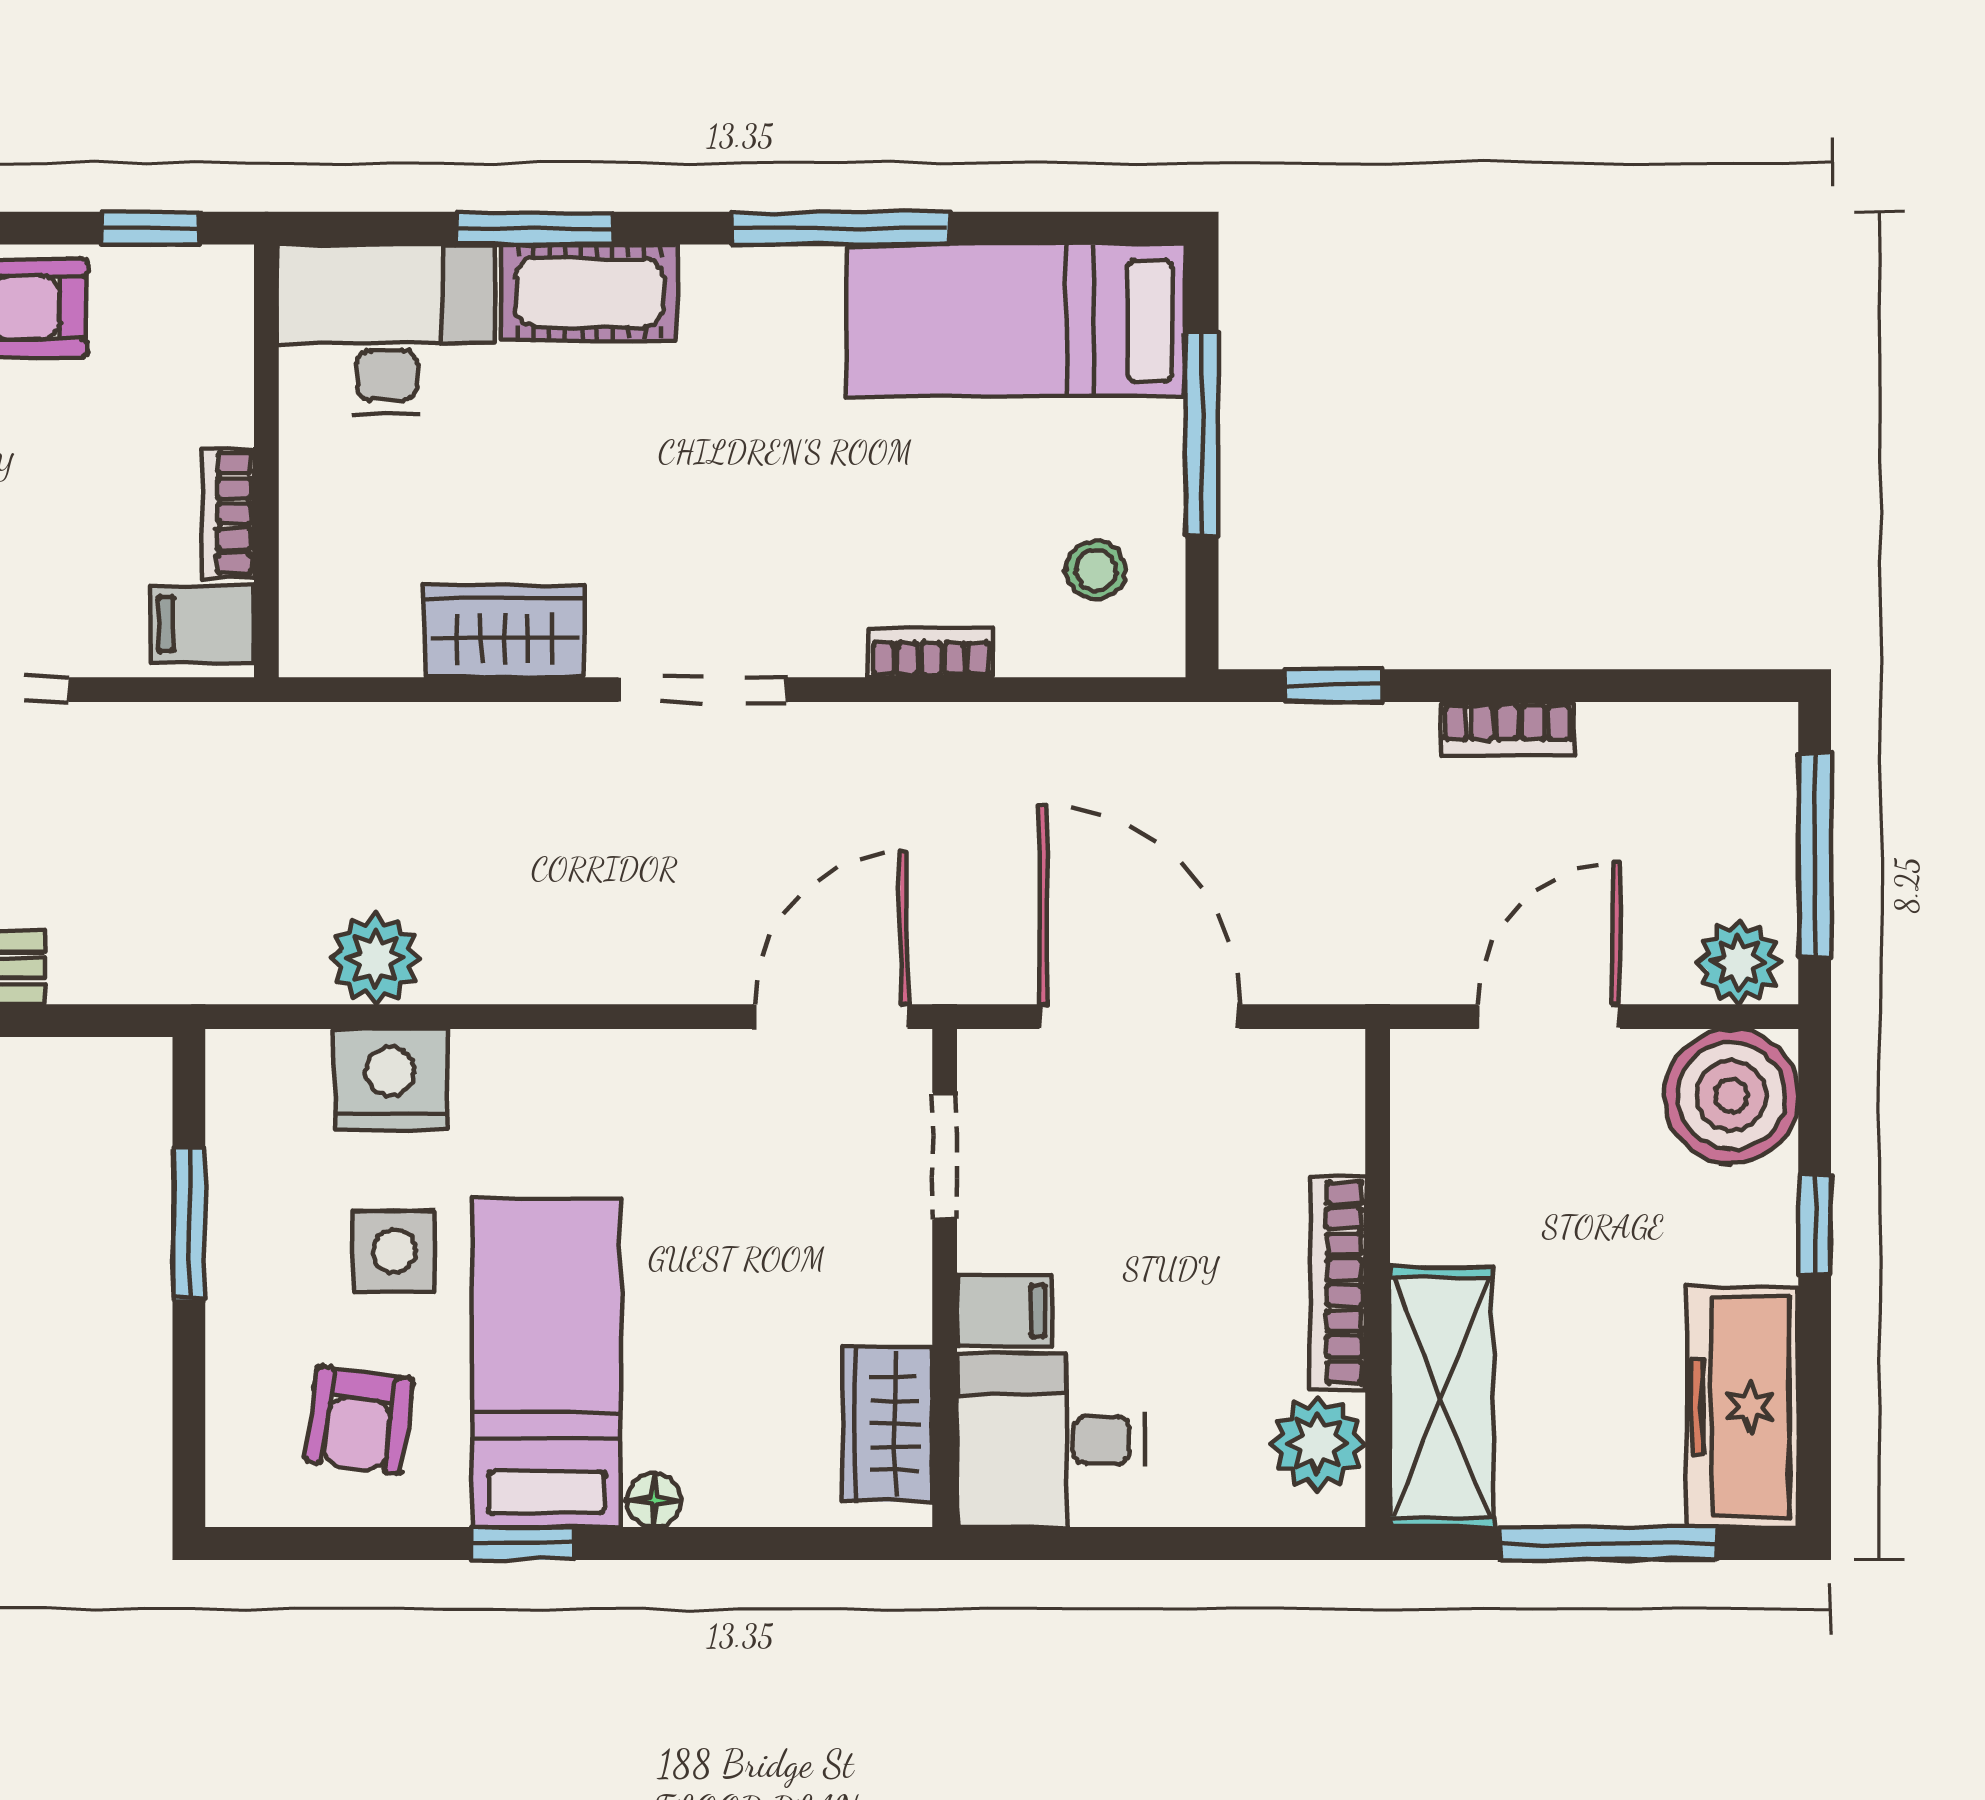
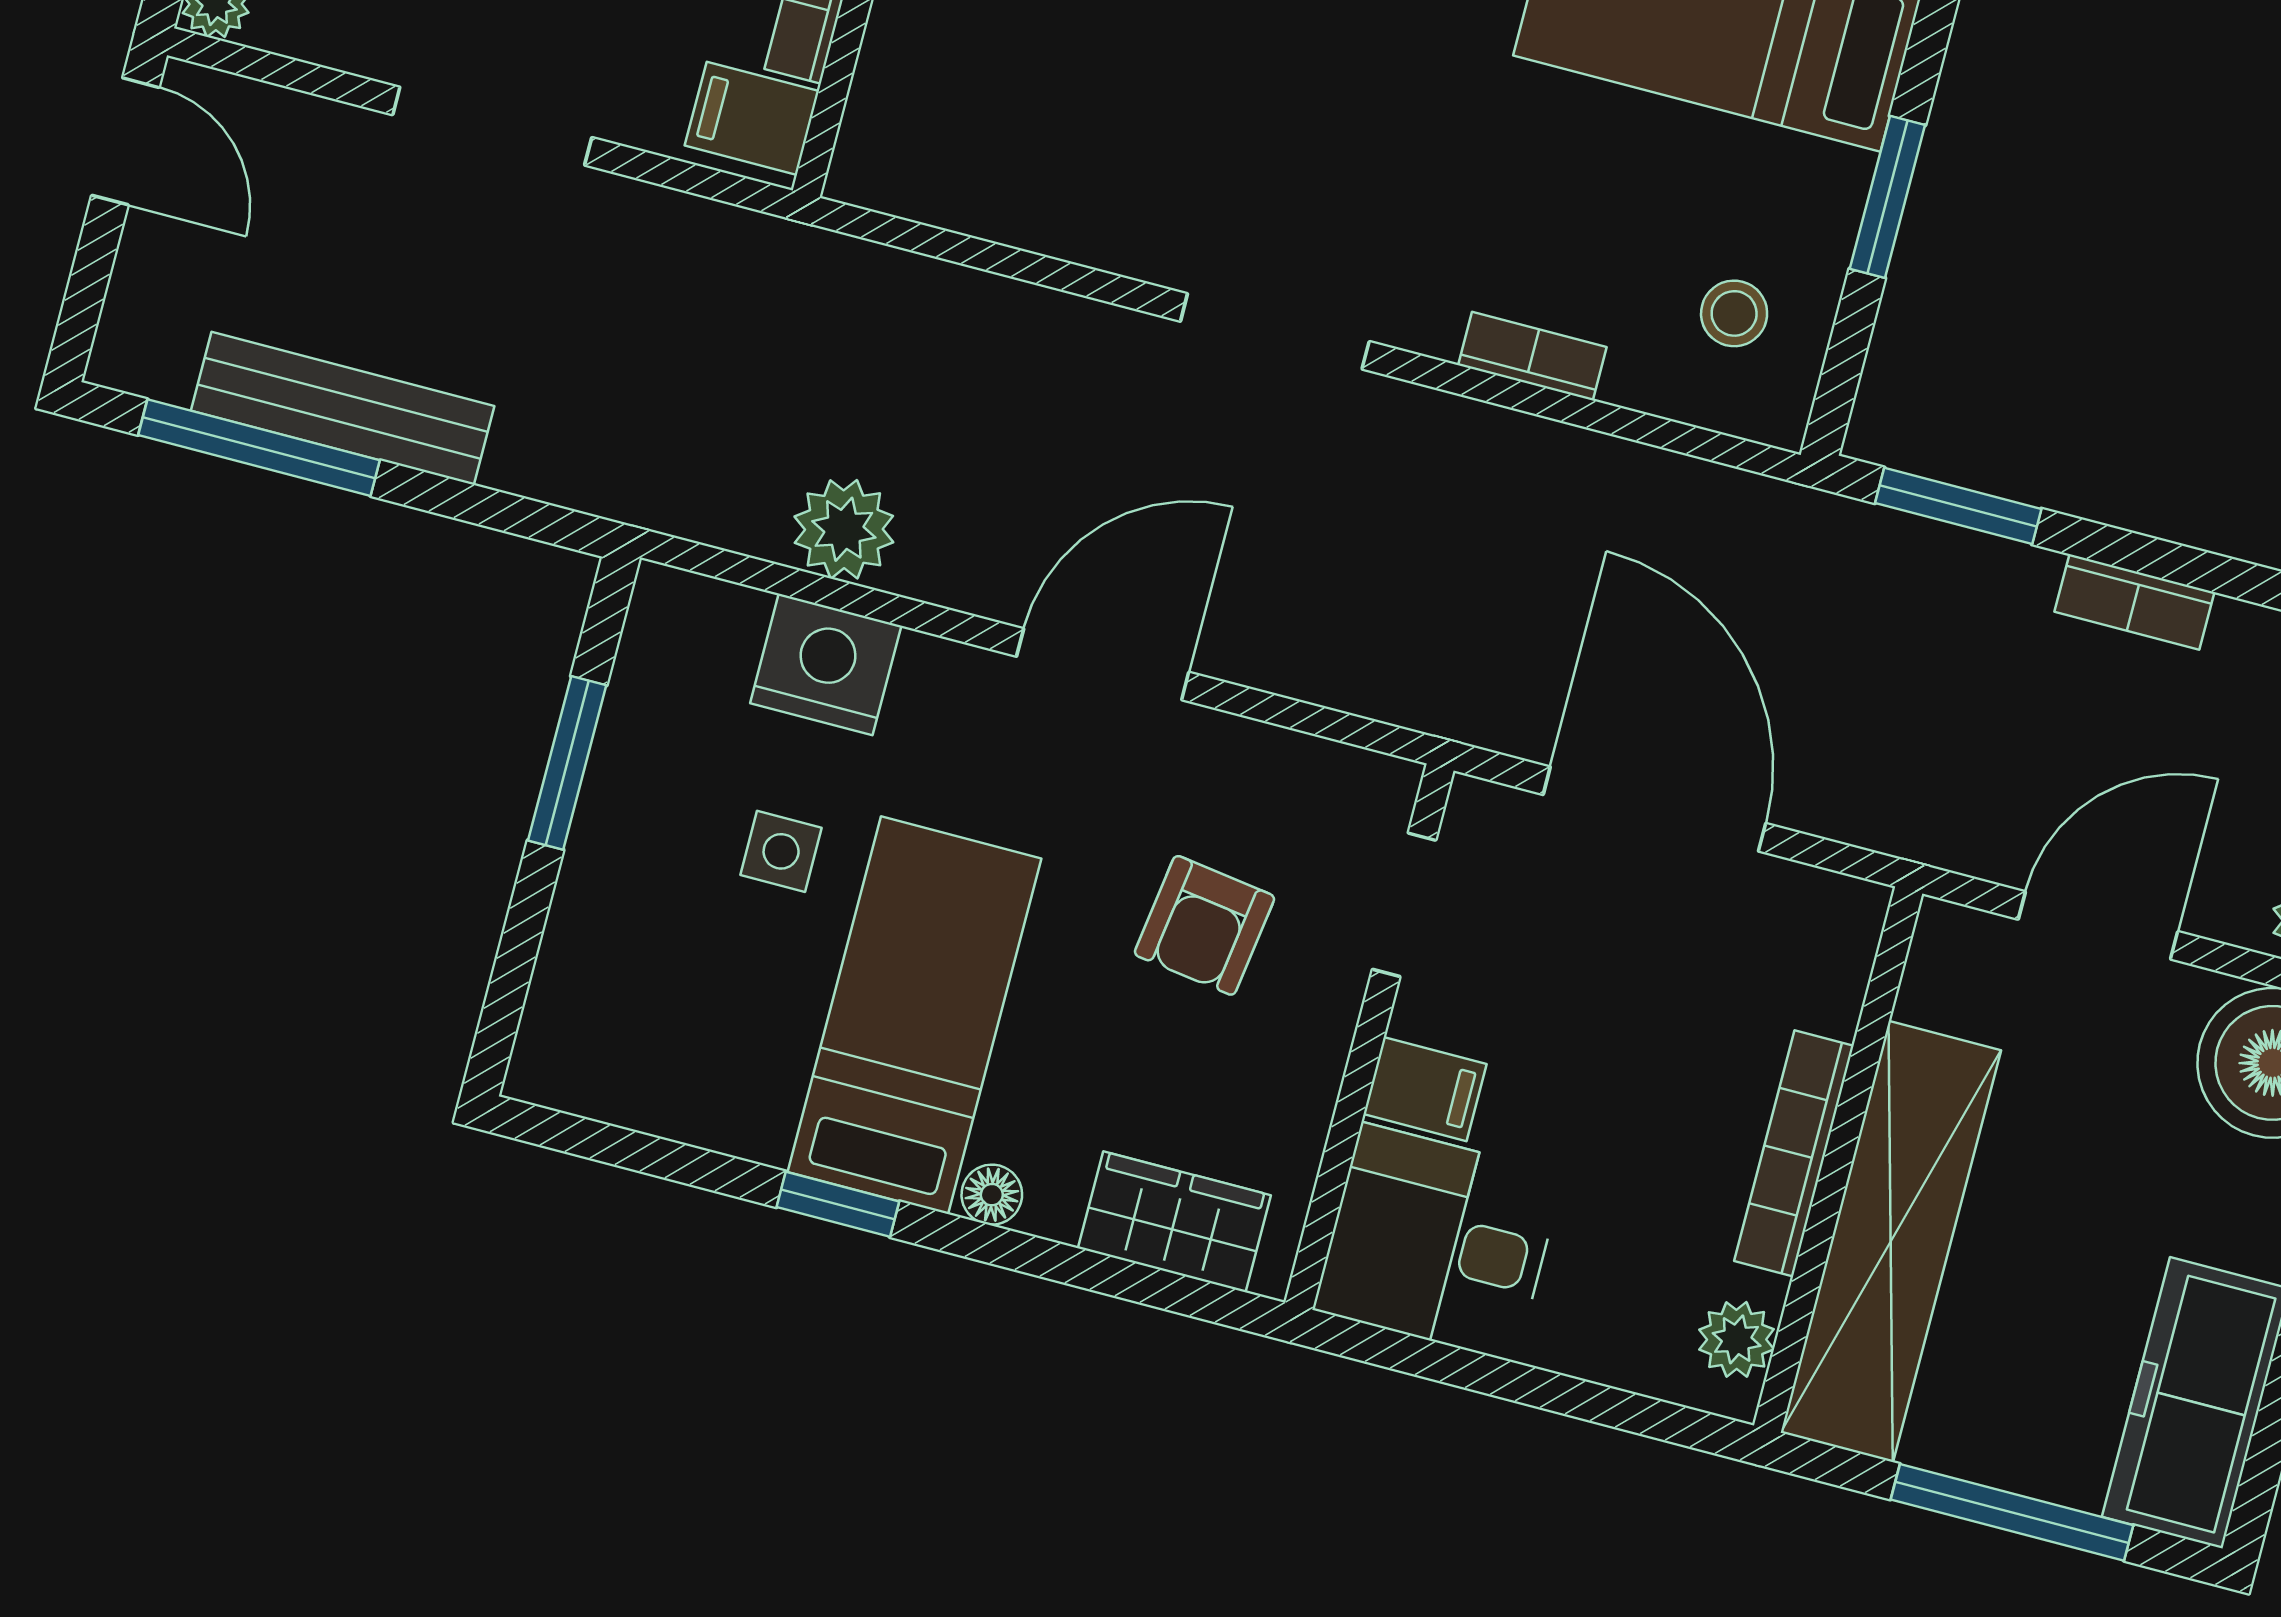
window: (1202, 434) -> (1887, 197), width x0.69
wardrobe: (505, 631) -> (1077, 212), removed
window: (1333, 686) -> (1958, 506), width x1.50
door: (831, 1017) -> (1103, 664), moved
side table: (394, 1251) -> (781, 851), width x0.73, depth x0.73
shelving: (1442, 1397) -> (1891, 1241), width x1.47
armchair: (359, 1420) -> (1204, 925), moved
wardrobe: (887, 1424) -> (1174, 1222), moved, turned 90
plant: (1318, 1443) -> (1737, 1339), width x0.73, depth x0.73

